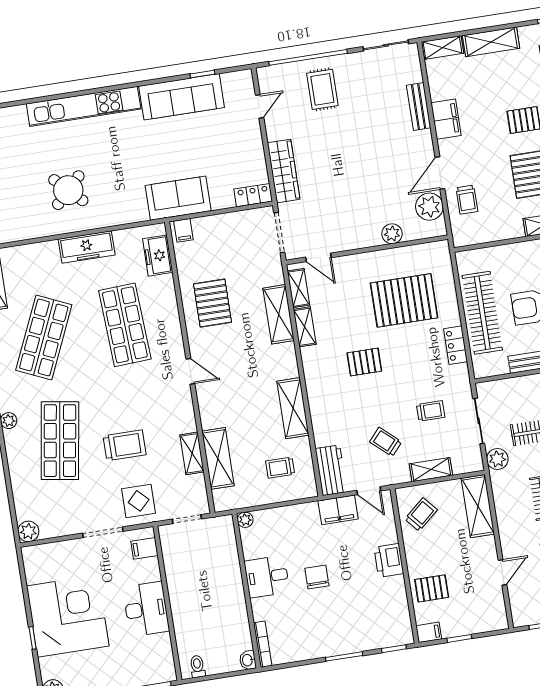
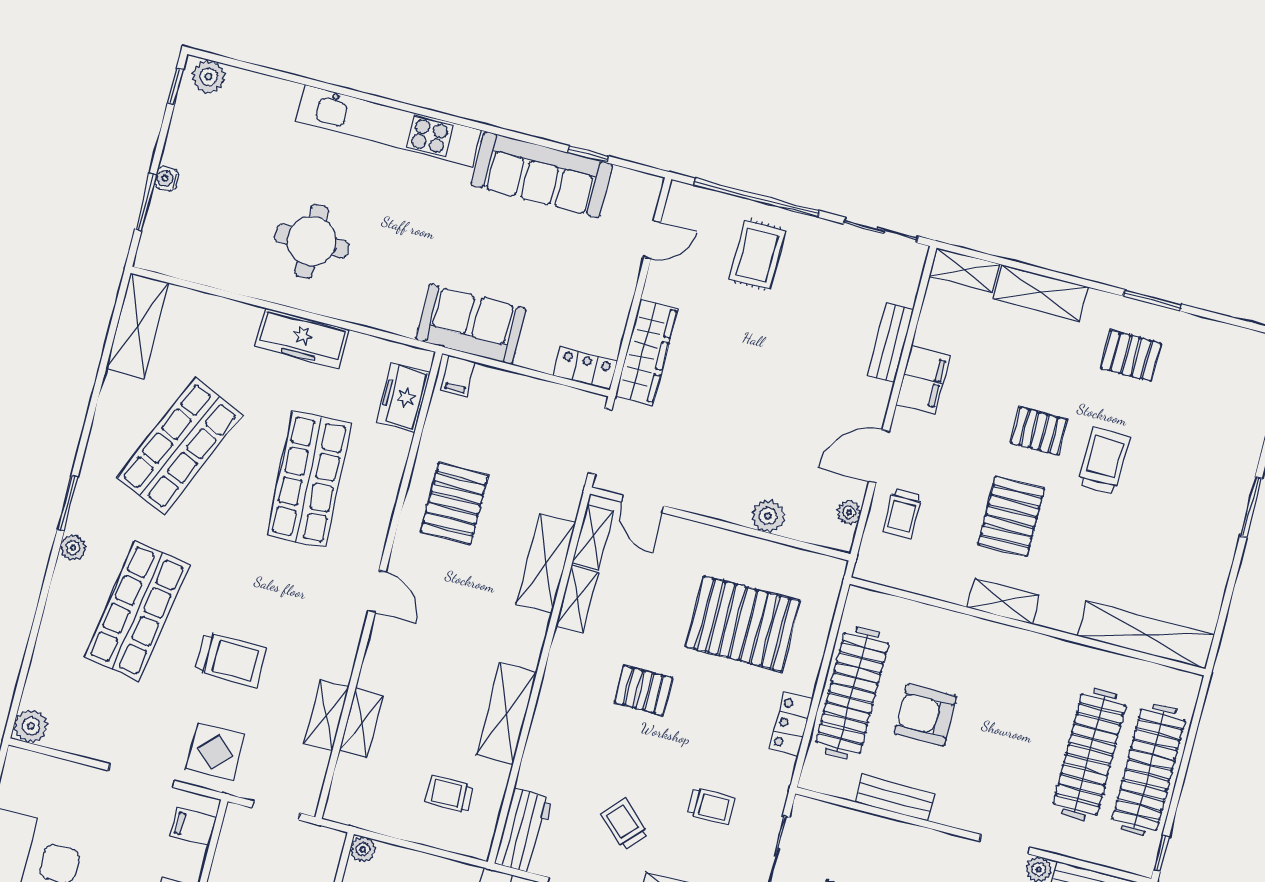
round table: (68, 190) -> (312, 241), turned 45
plant: (429, 207) -> (849, 512), width x0.53, depth x0.53
shelving: (218, 458) -> (361, 723), width x0.67, depth x0.75

